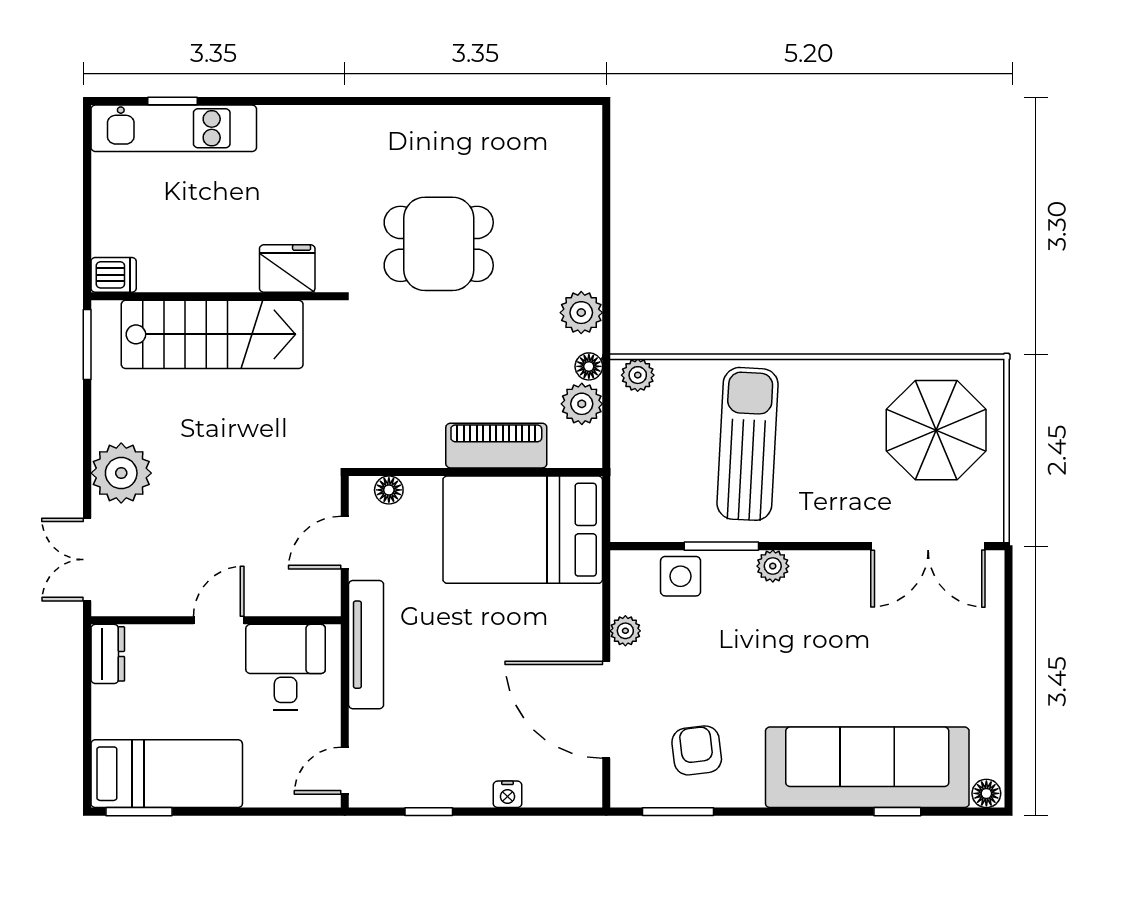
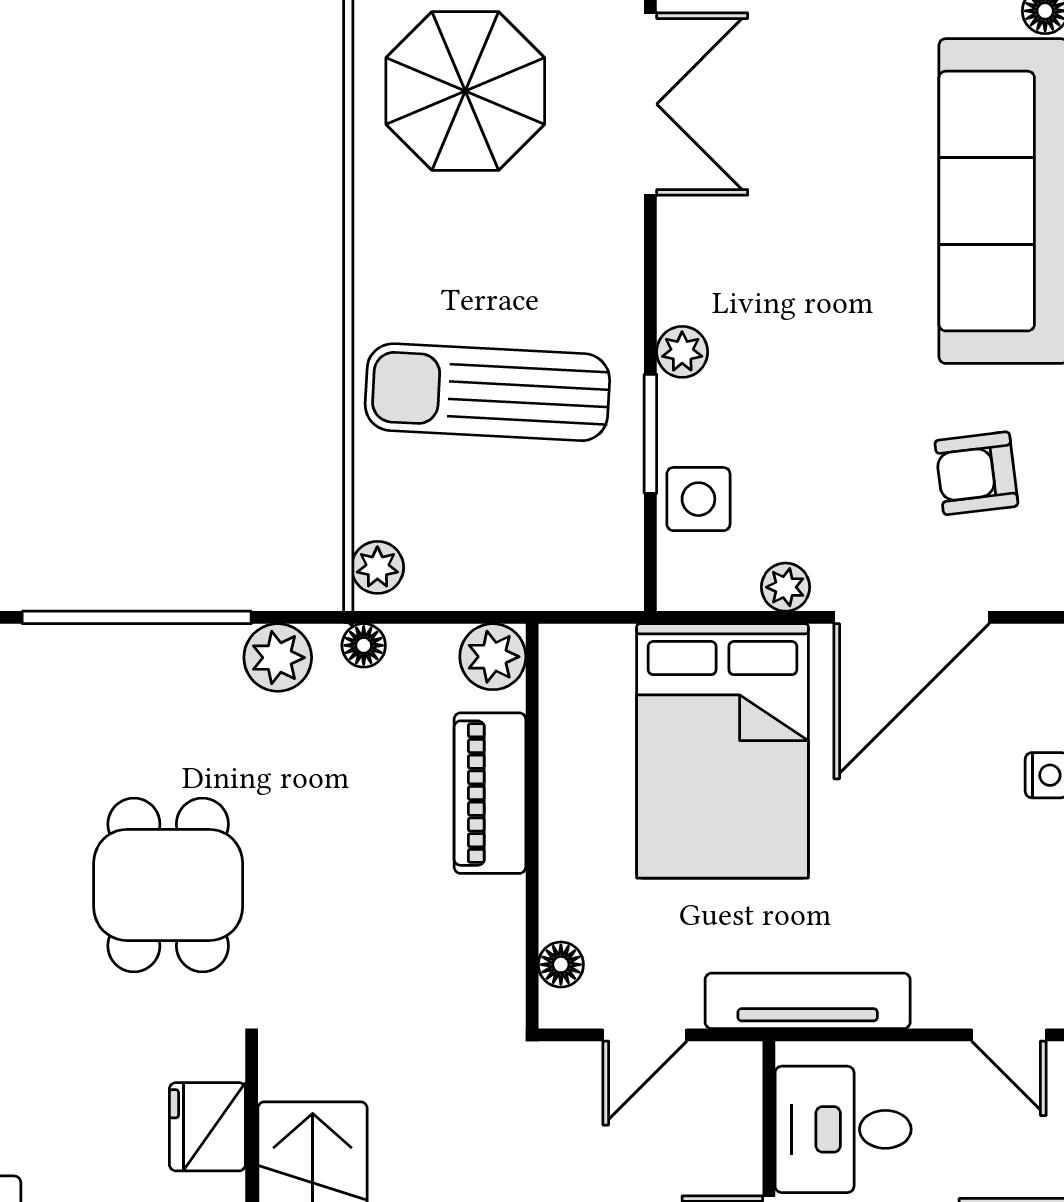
window: (606, 224) -> (137, 617), added
plant: (582, 404) -> (493, 657), moved
bed: (523, 530) -> (722, 751), moved
door: (345, 543) -> (645, 1035), hinge flipped

